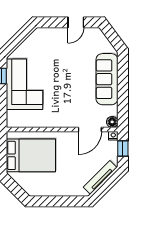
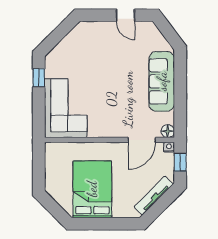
door: (76, 22) -> (125, 15), hinge flipped
corner sofa: (25, 84) -> (66, 108), moved
bed: (31, 155) -> (92, 189), moved, turned -90

